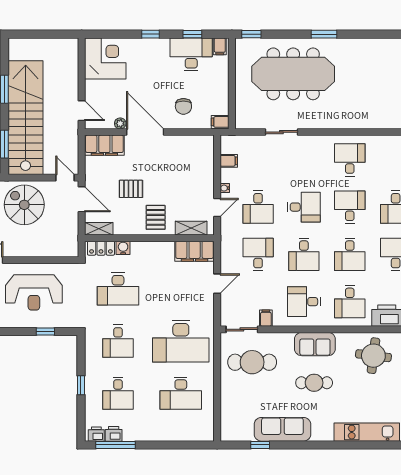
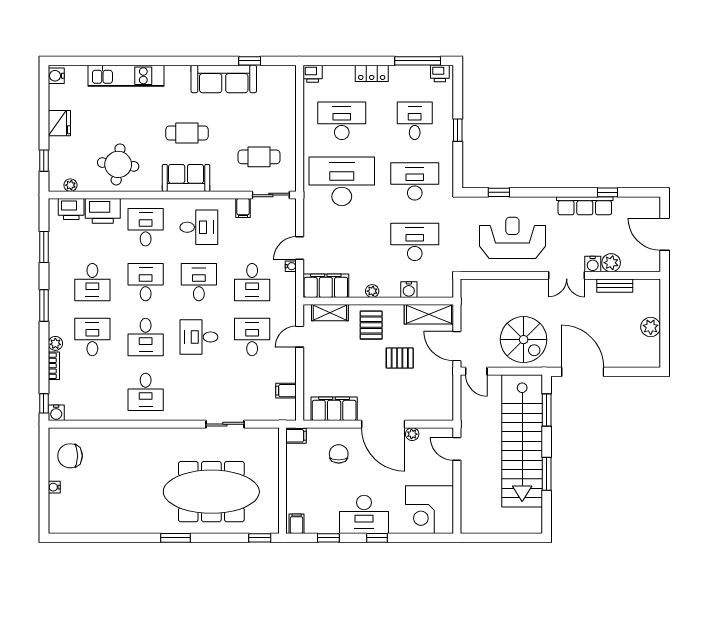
desk: (191, 54) -> (364, 514), moved
filing cabinet: (104, 145) -> (334, 409), moved
water cooler: (225, 188) -> (291, 266), moved
shelving: (99, 229) -> (429, 314), width x1.50, depth x1.33
plant: (155, 247) -> (372, 291), added
locker: (101, 248) -> (372, 73), moved, turned 180
desk: (118, 341) -> (415, 181), width x1.37
cafe table: (252, 362) -> (259, 157), width x0.73, depth x0.74
printer: (114, 434) -> (313, 74), moved

